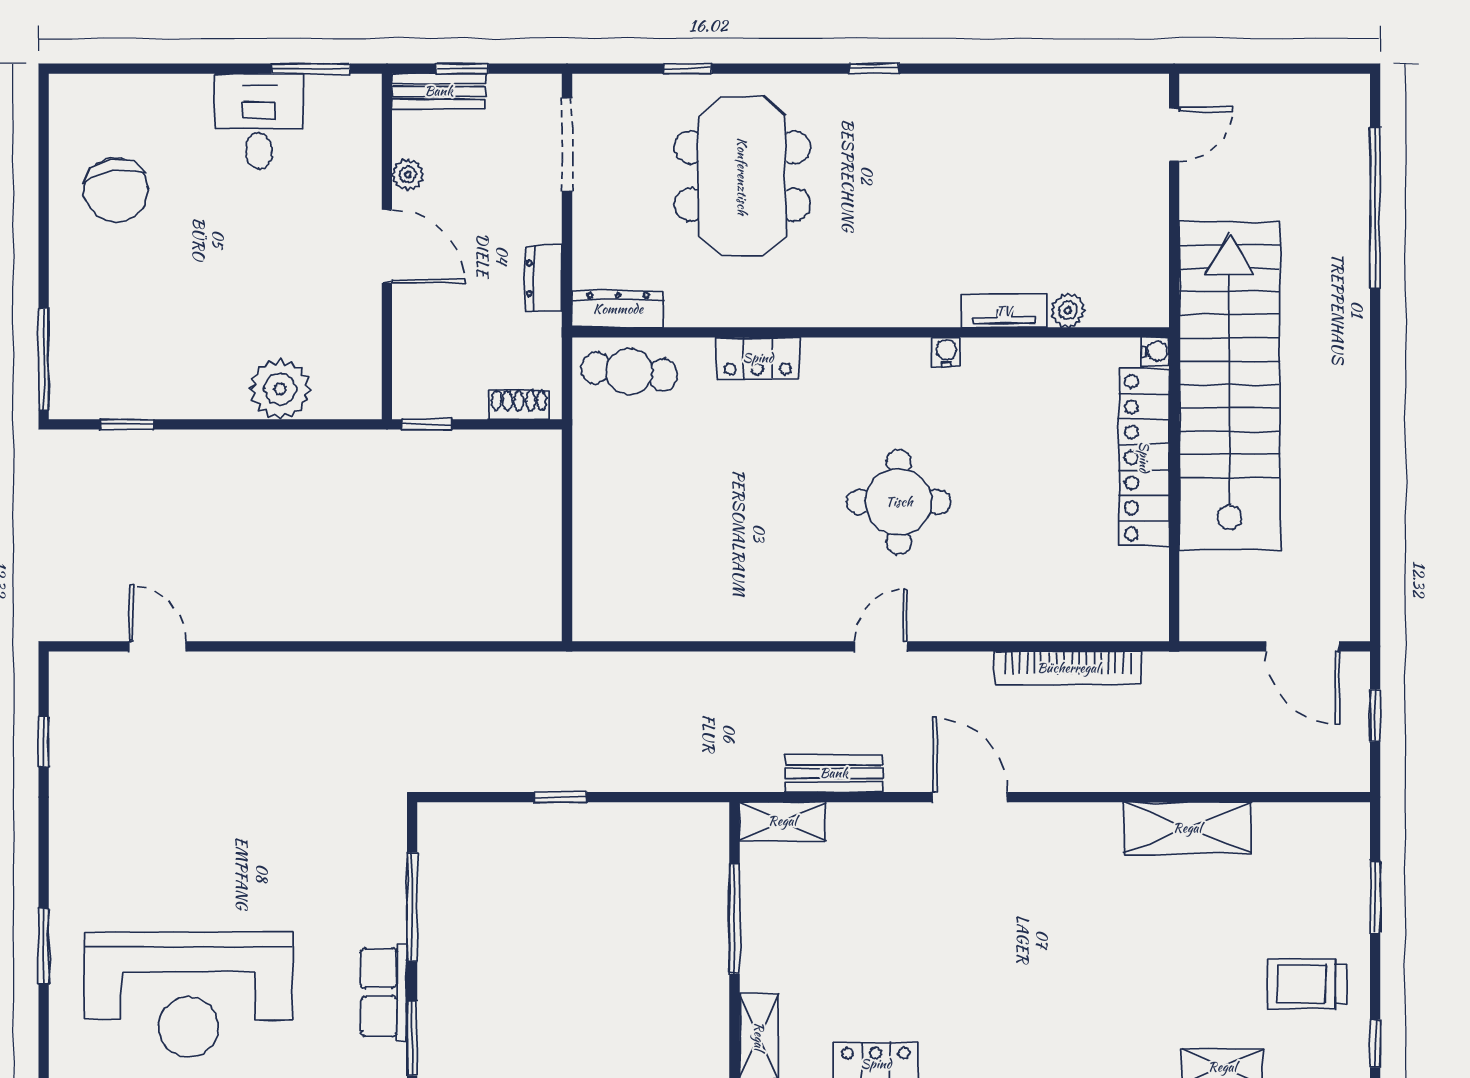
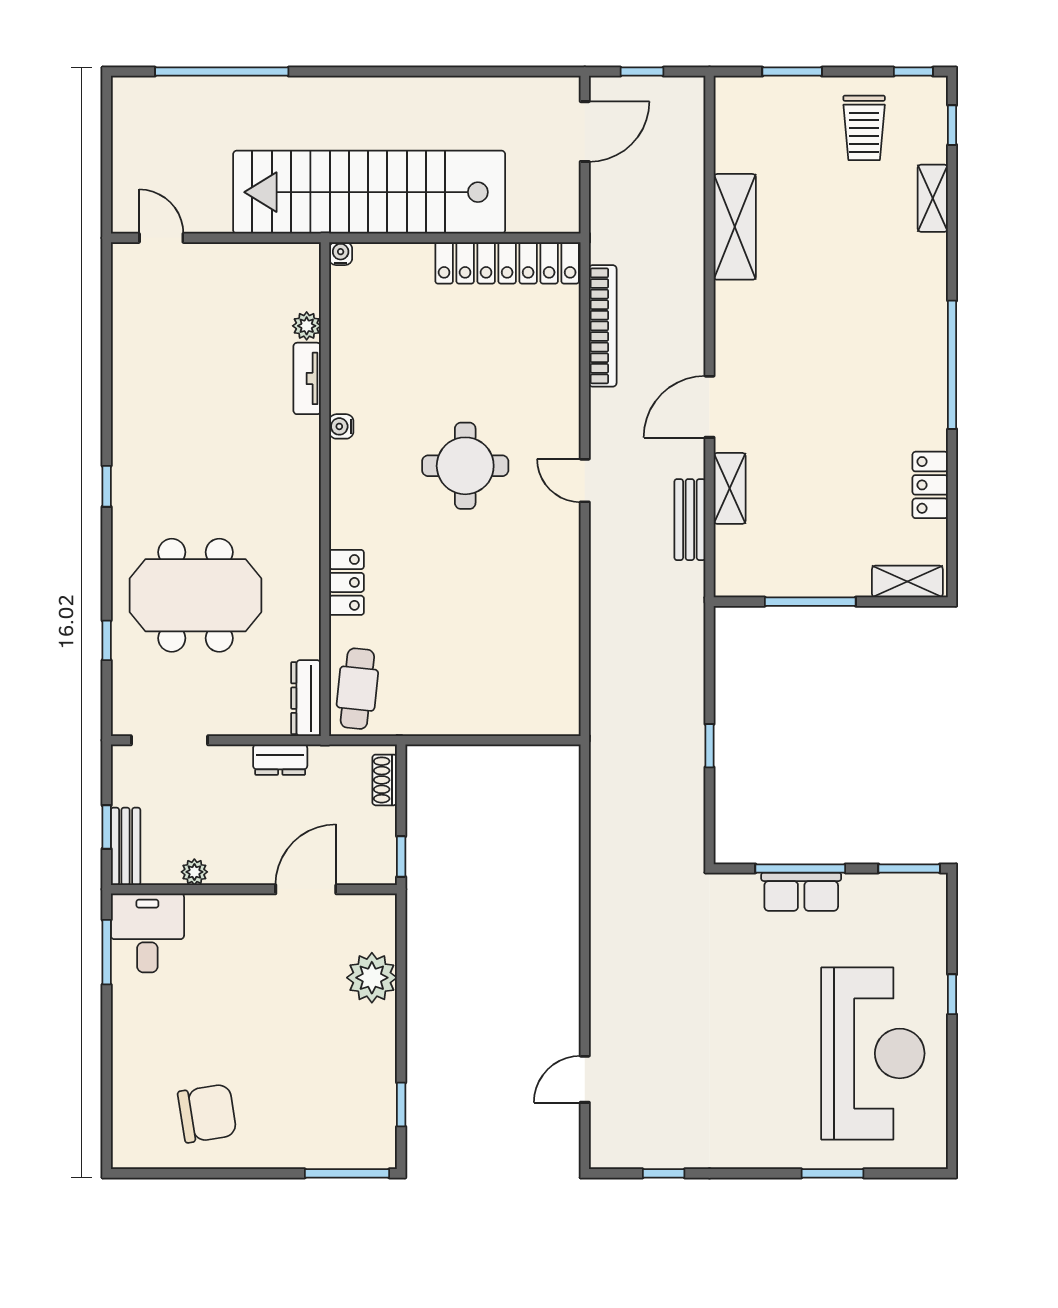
desk: (259, 121) -> (147, 933), moved, turned 90
door: (387, 246) -> (306, 889), moved
locker: (1144, 457) -> (507, 263), moved
shelving: (782, 821) -> (730, 488), moved
row of seats: (384, 992) -> (801, 892), moved

